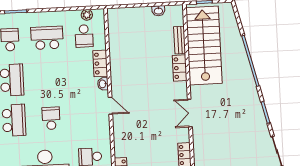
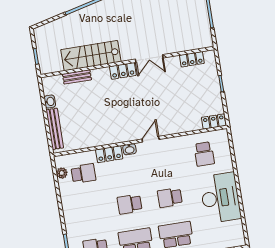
bench: (131, 13) -> (55, 129), added
school desk: (47, 38) -> (130, 204), moved, width x0.54
stairs: (204, 45) -> (91, 56), width x0.73, depth x0.66
locker: (180, 68) -> (123, 71), moved

